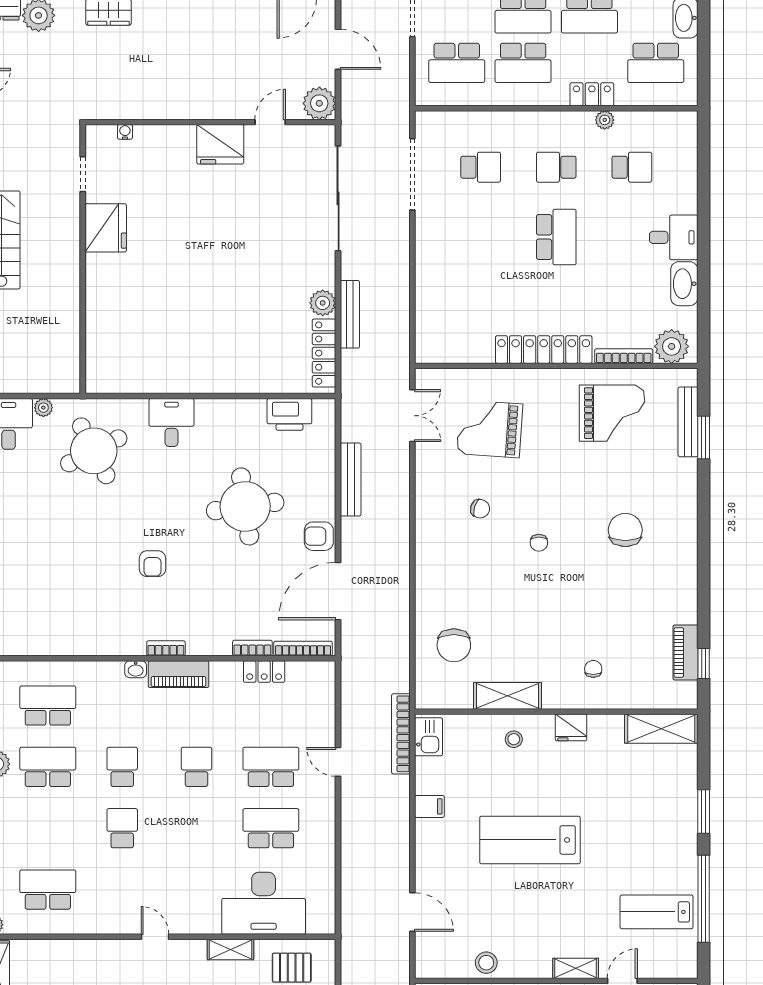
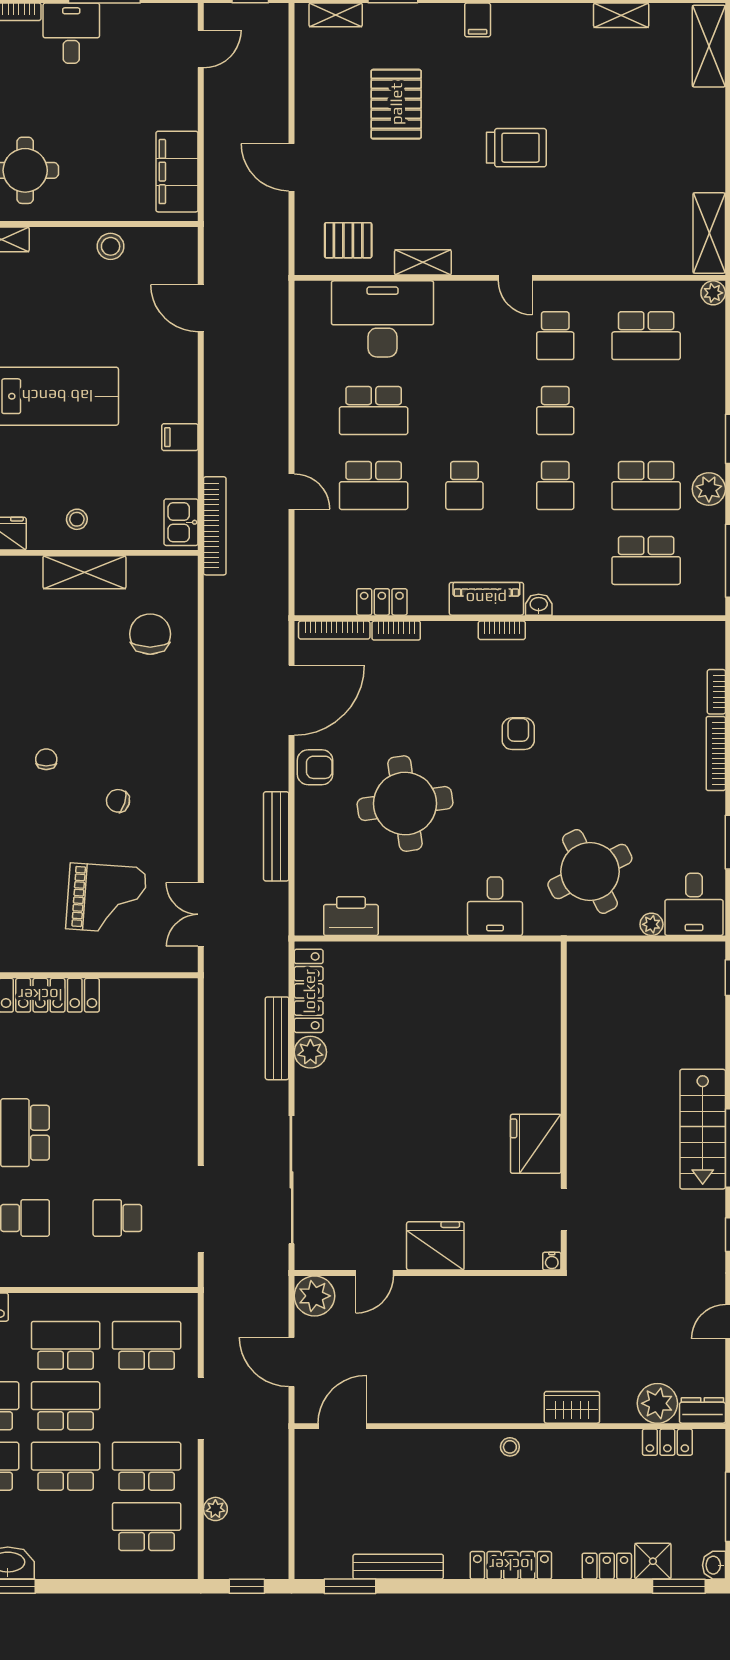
doorway: (83, 174) -> (564, 1209), moved
fridge: (106, 228) -> (536, 1144), moved
wall: (83, 259) -> (564, 1106), moved
school desk: (122, 890) -> (555, 336), added

